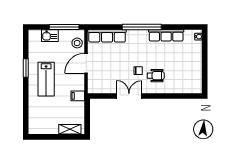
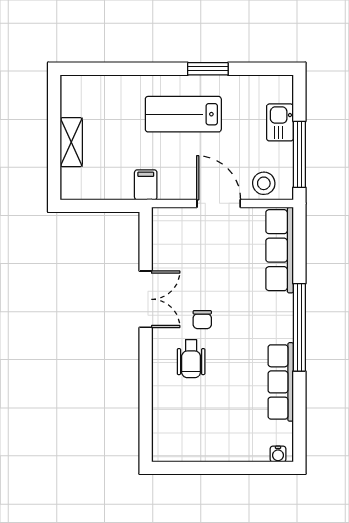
shelving: (70, 129) -> (71, 142), moved

